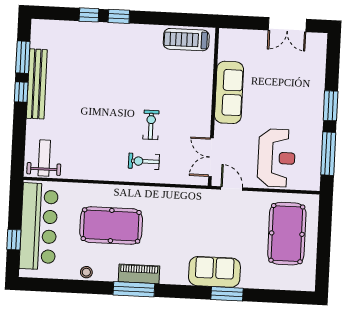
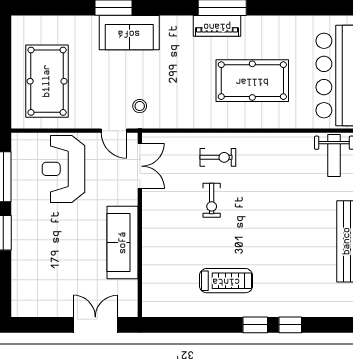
double door: (287, 25) -> (95, 325), moved
treadmill: (186, 40) -> (226, 281), moved
stool: (86, 272) -> (140, 106), moved

